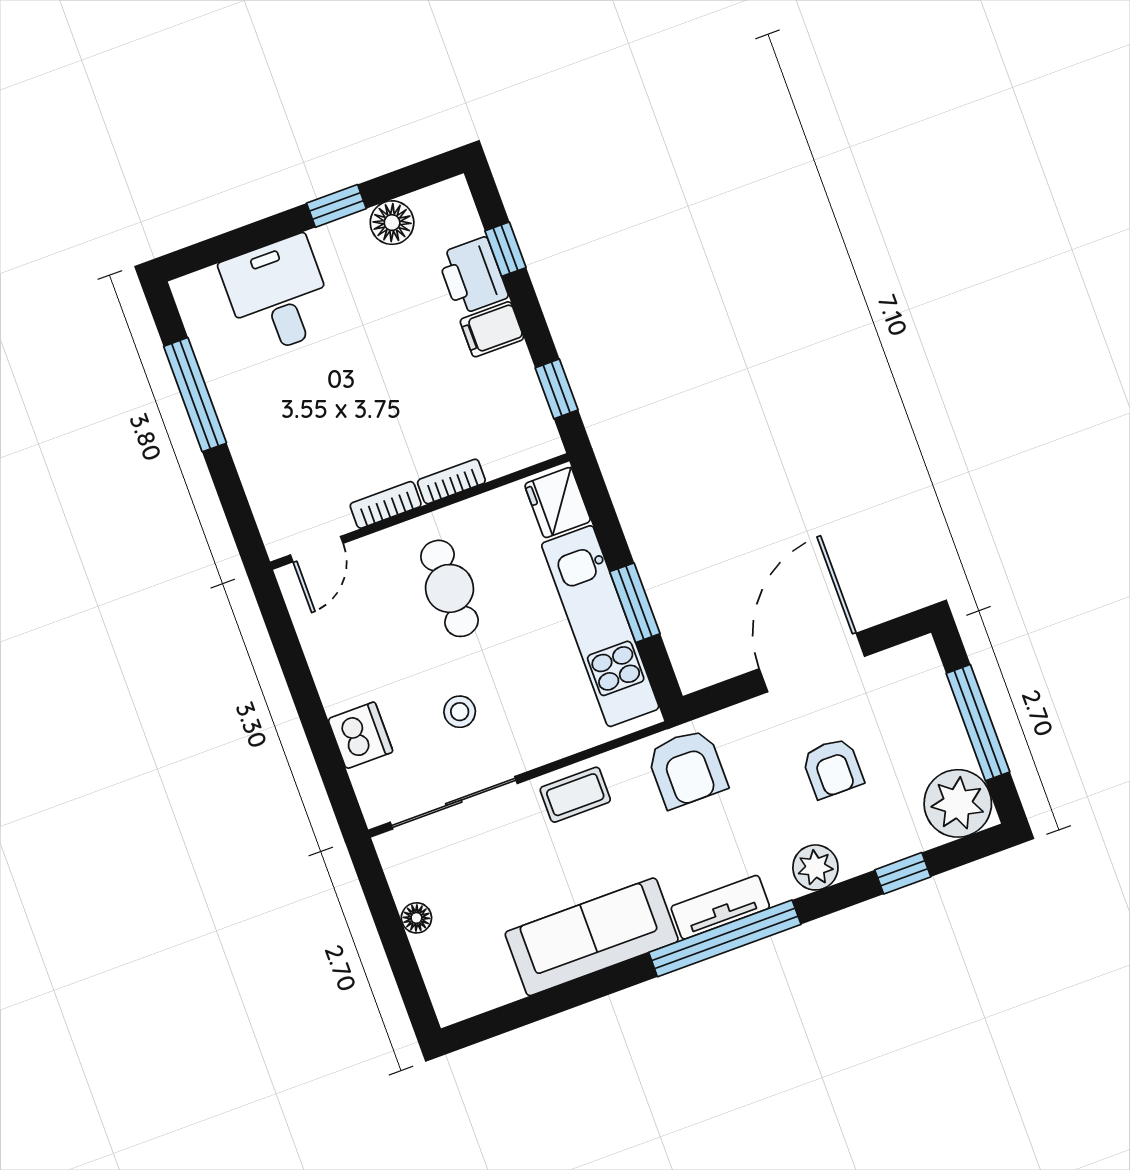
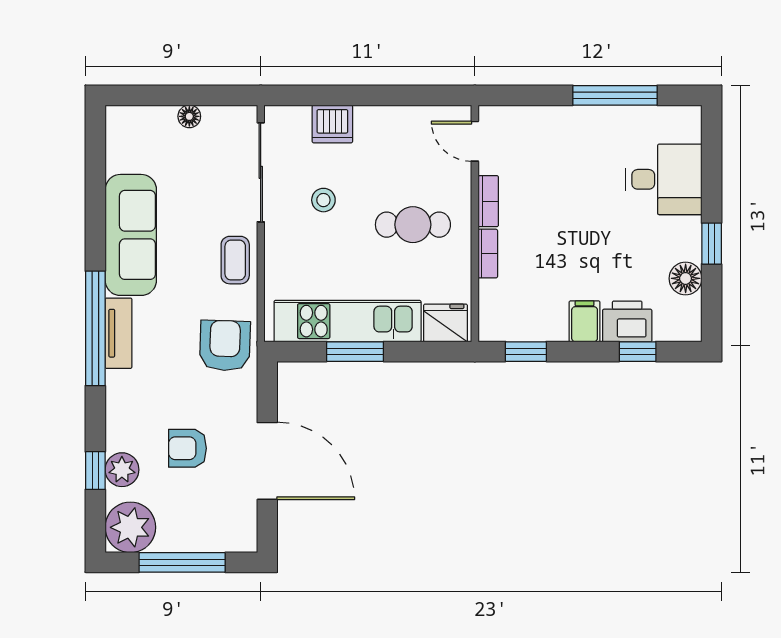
armchair: (687, 768) -> (225, 346), turned 92
plant: (815, 867) -> (122, 470), moved

